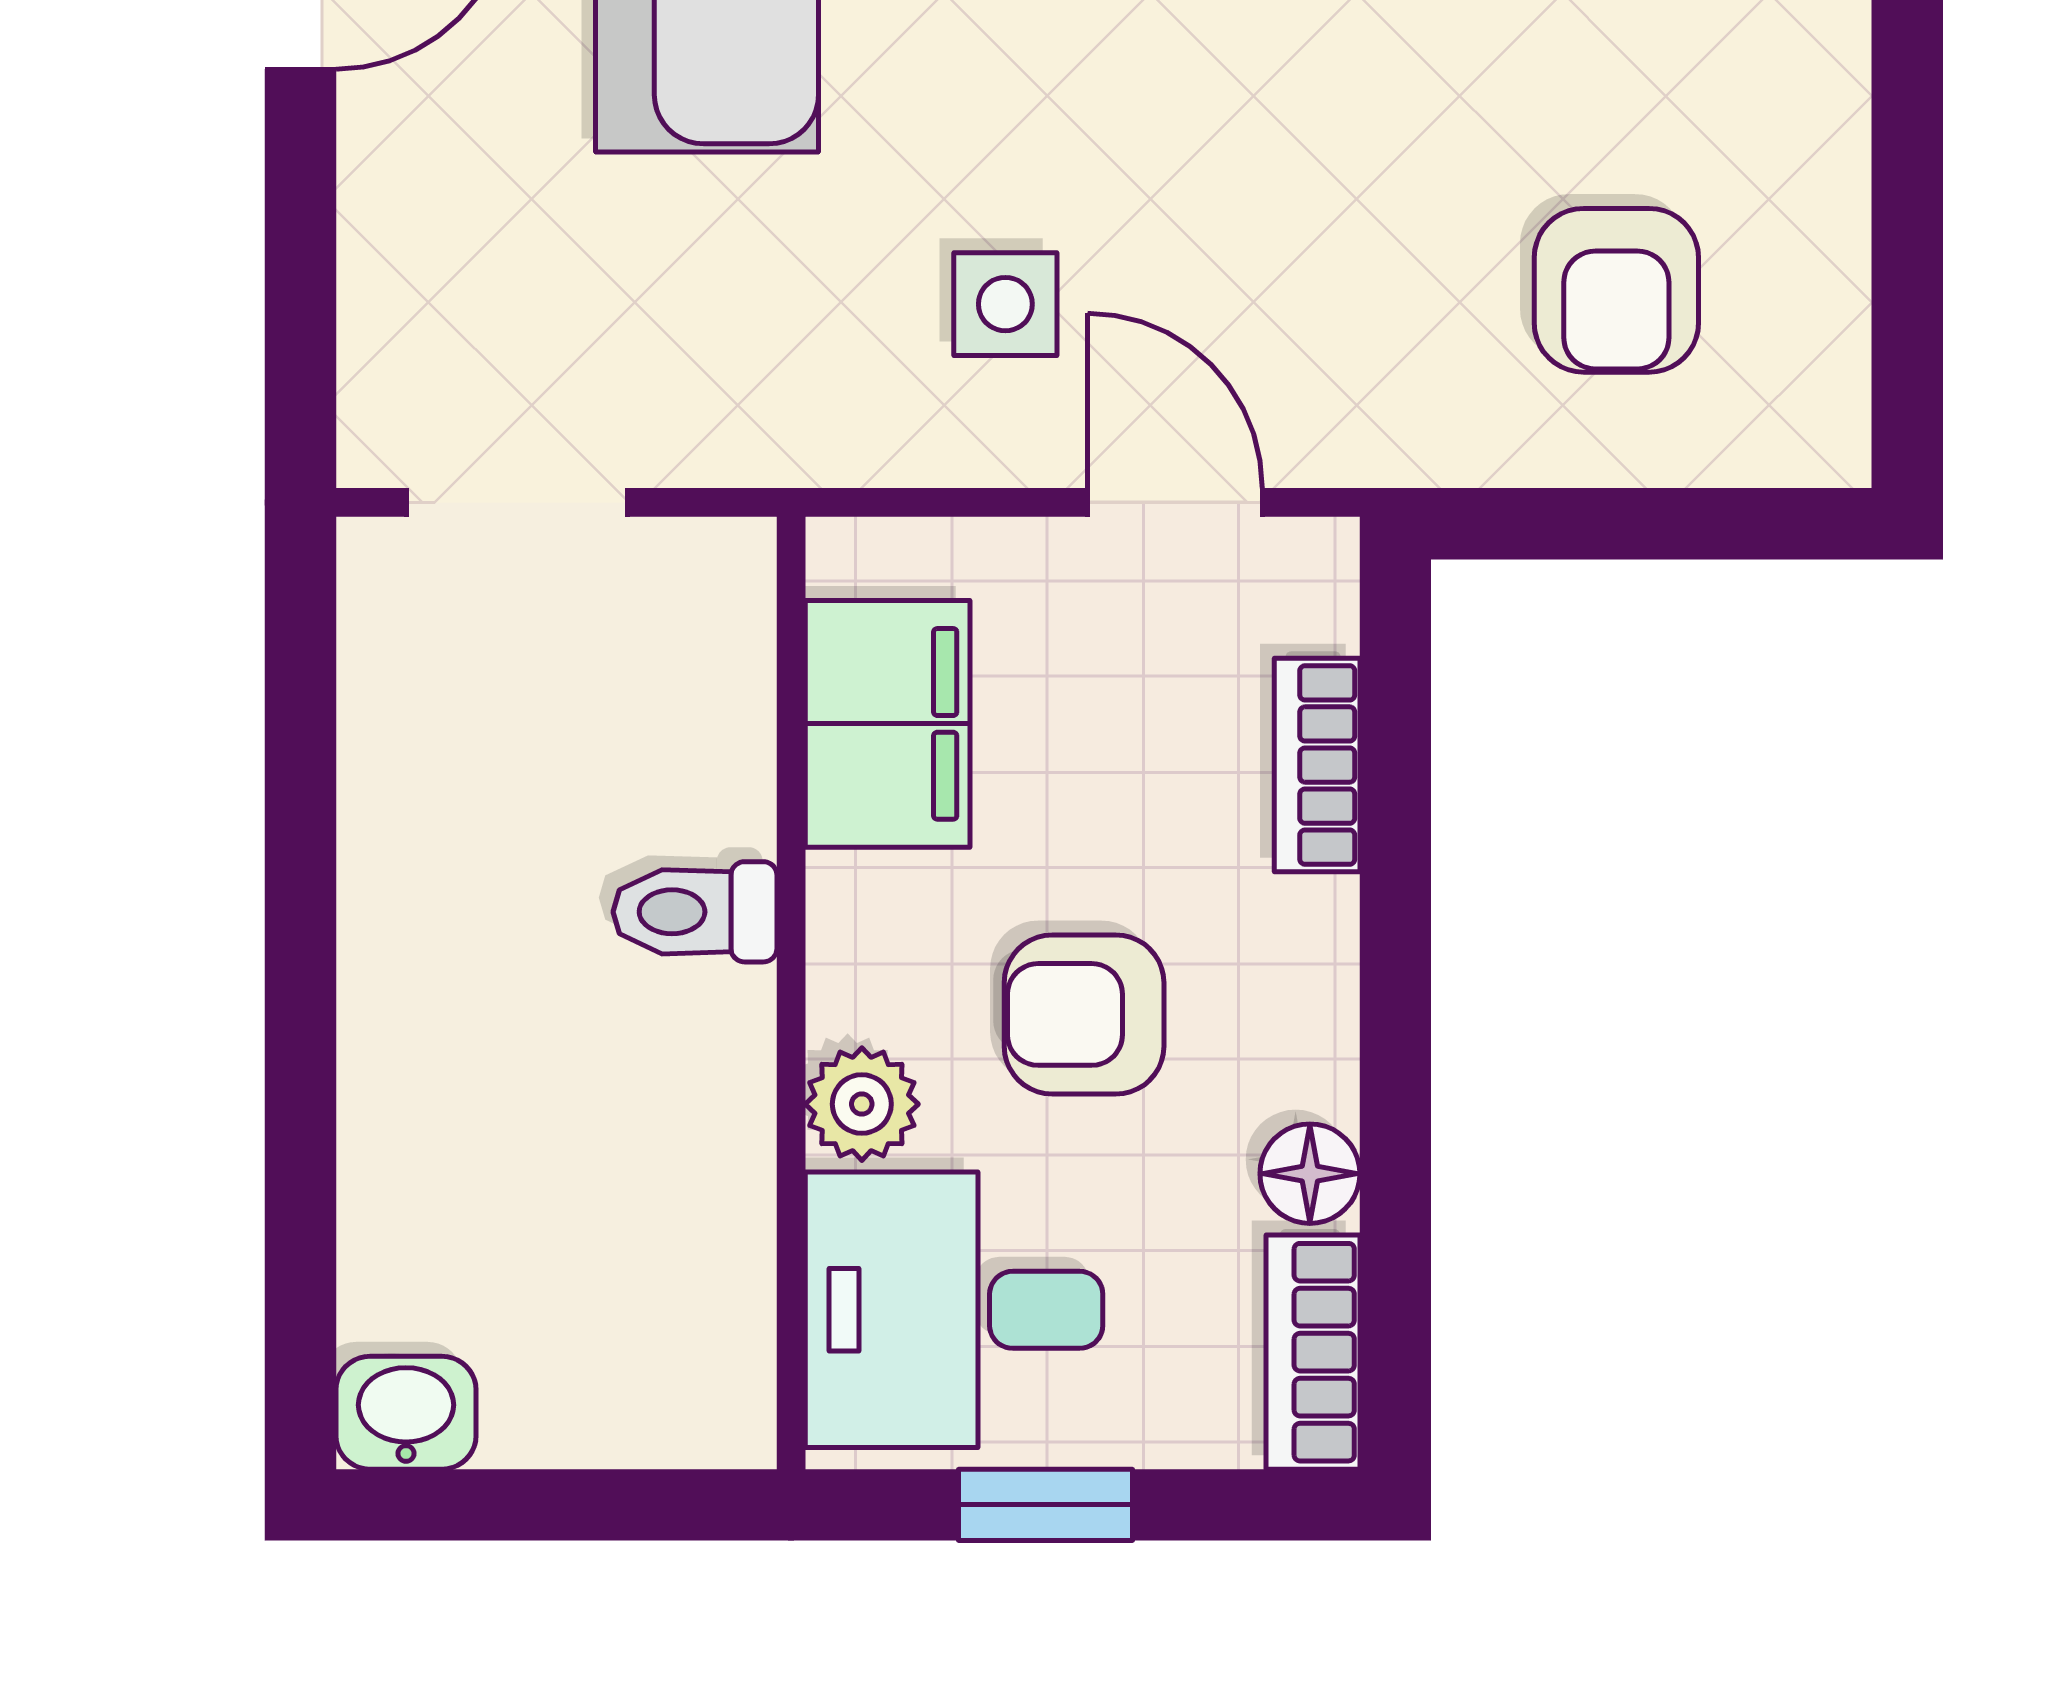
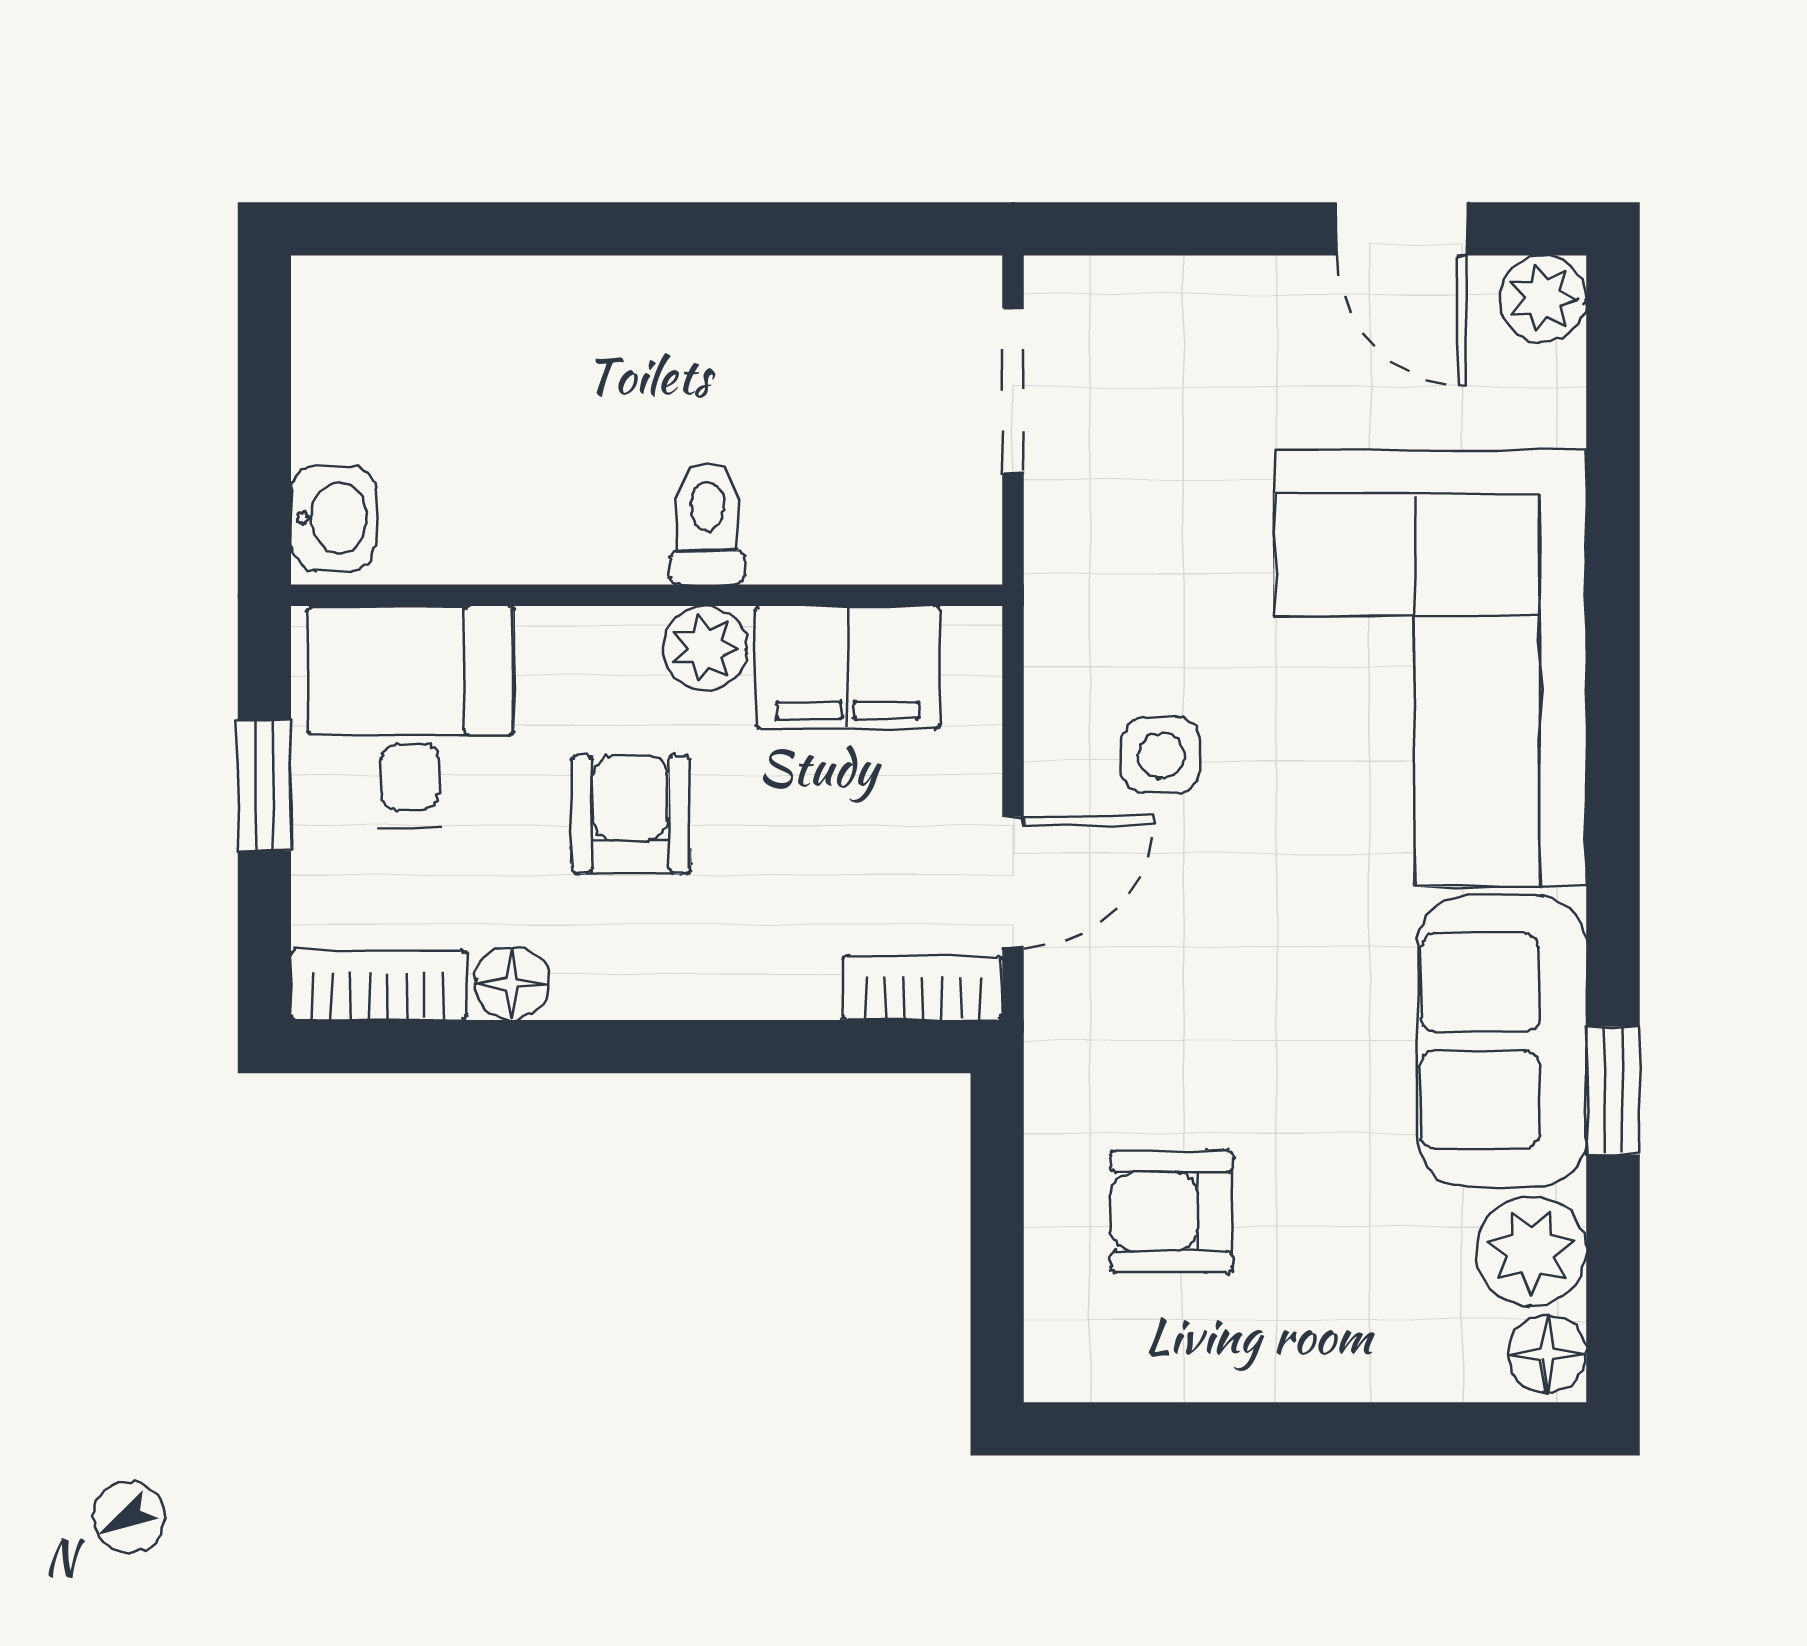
bookcase: (1317, 765) -> (923, 988), moved
plant: (862, 1104) -> (705, 648), moved
washbasin: (406, 1413) -> (333, 518), moved

